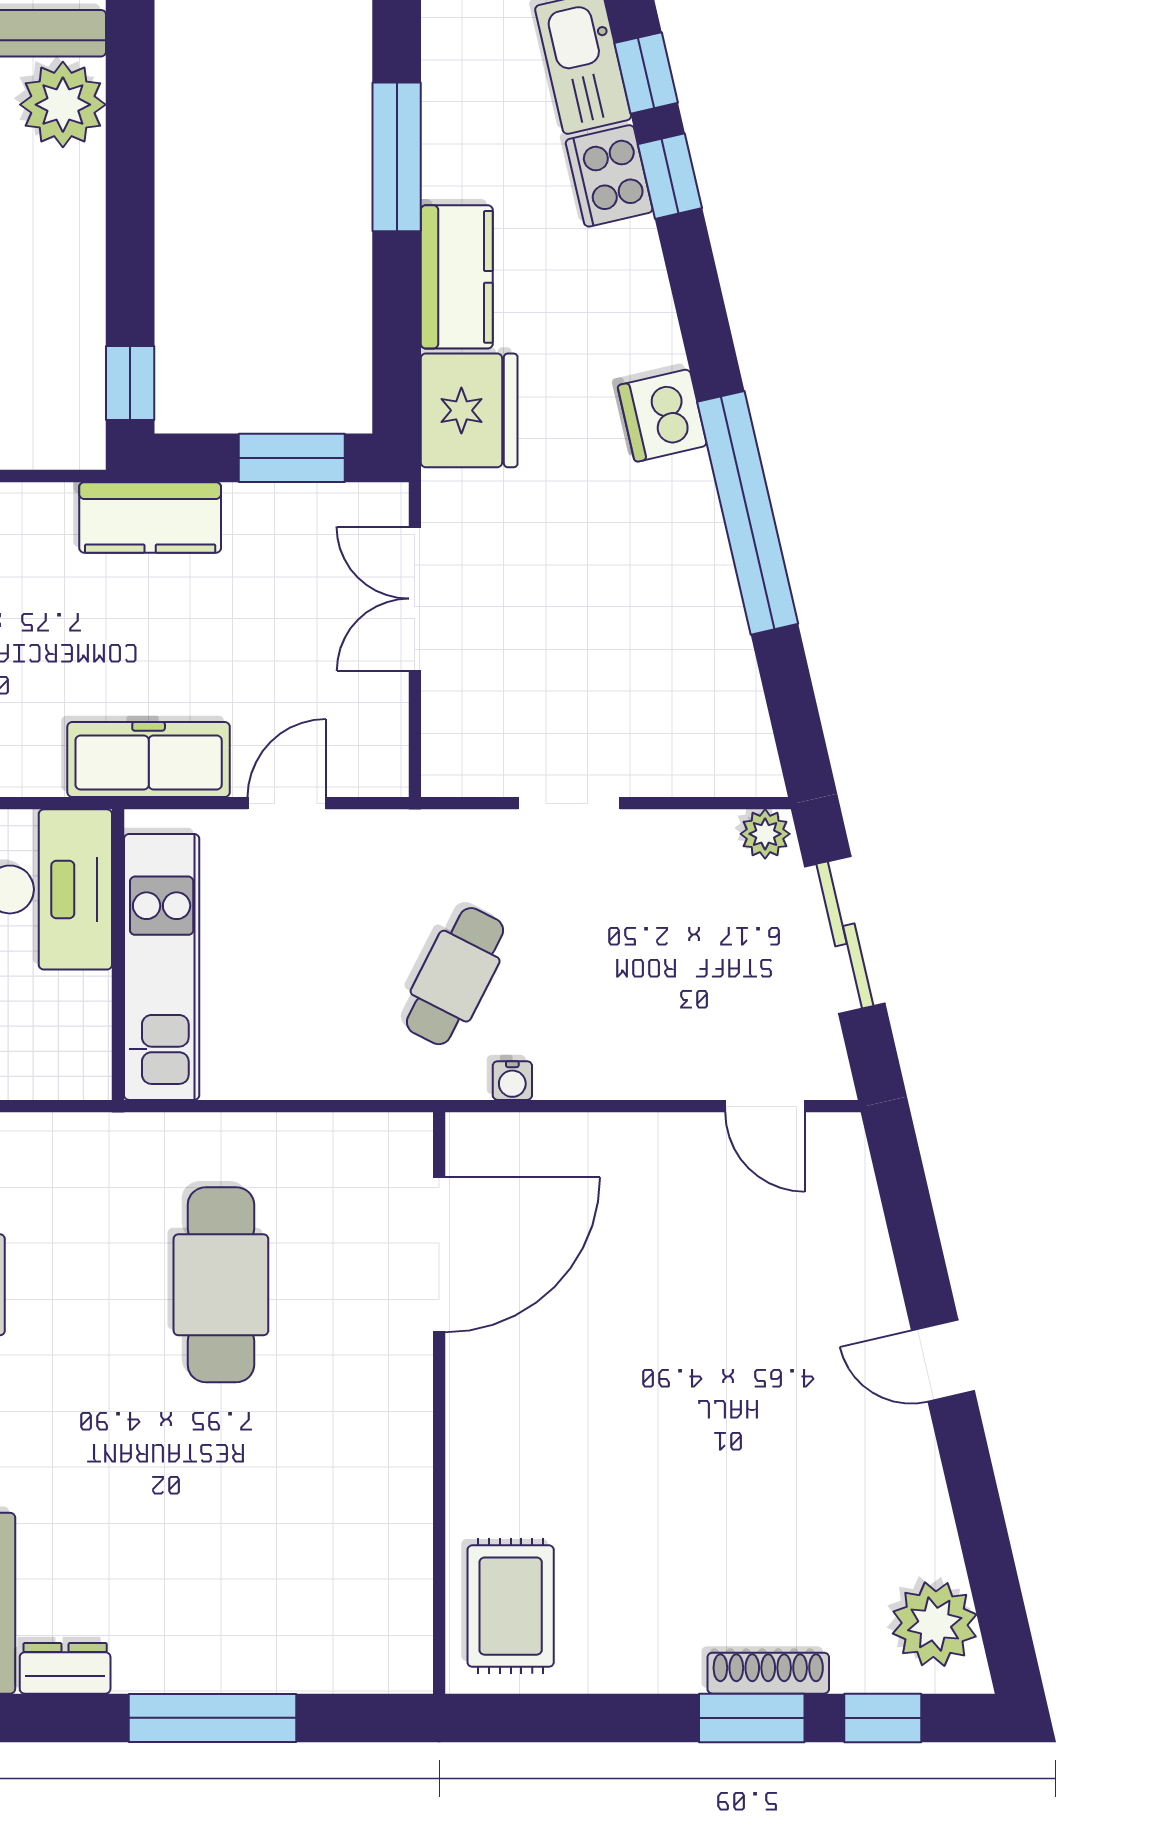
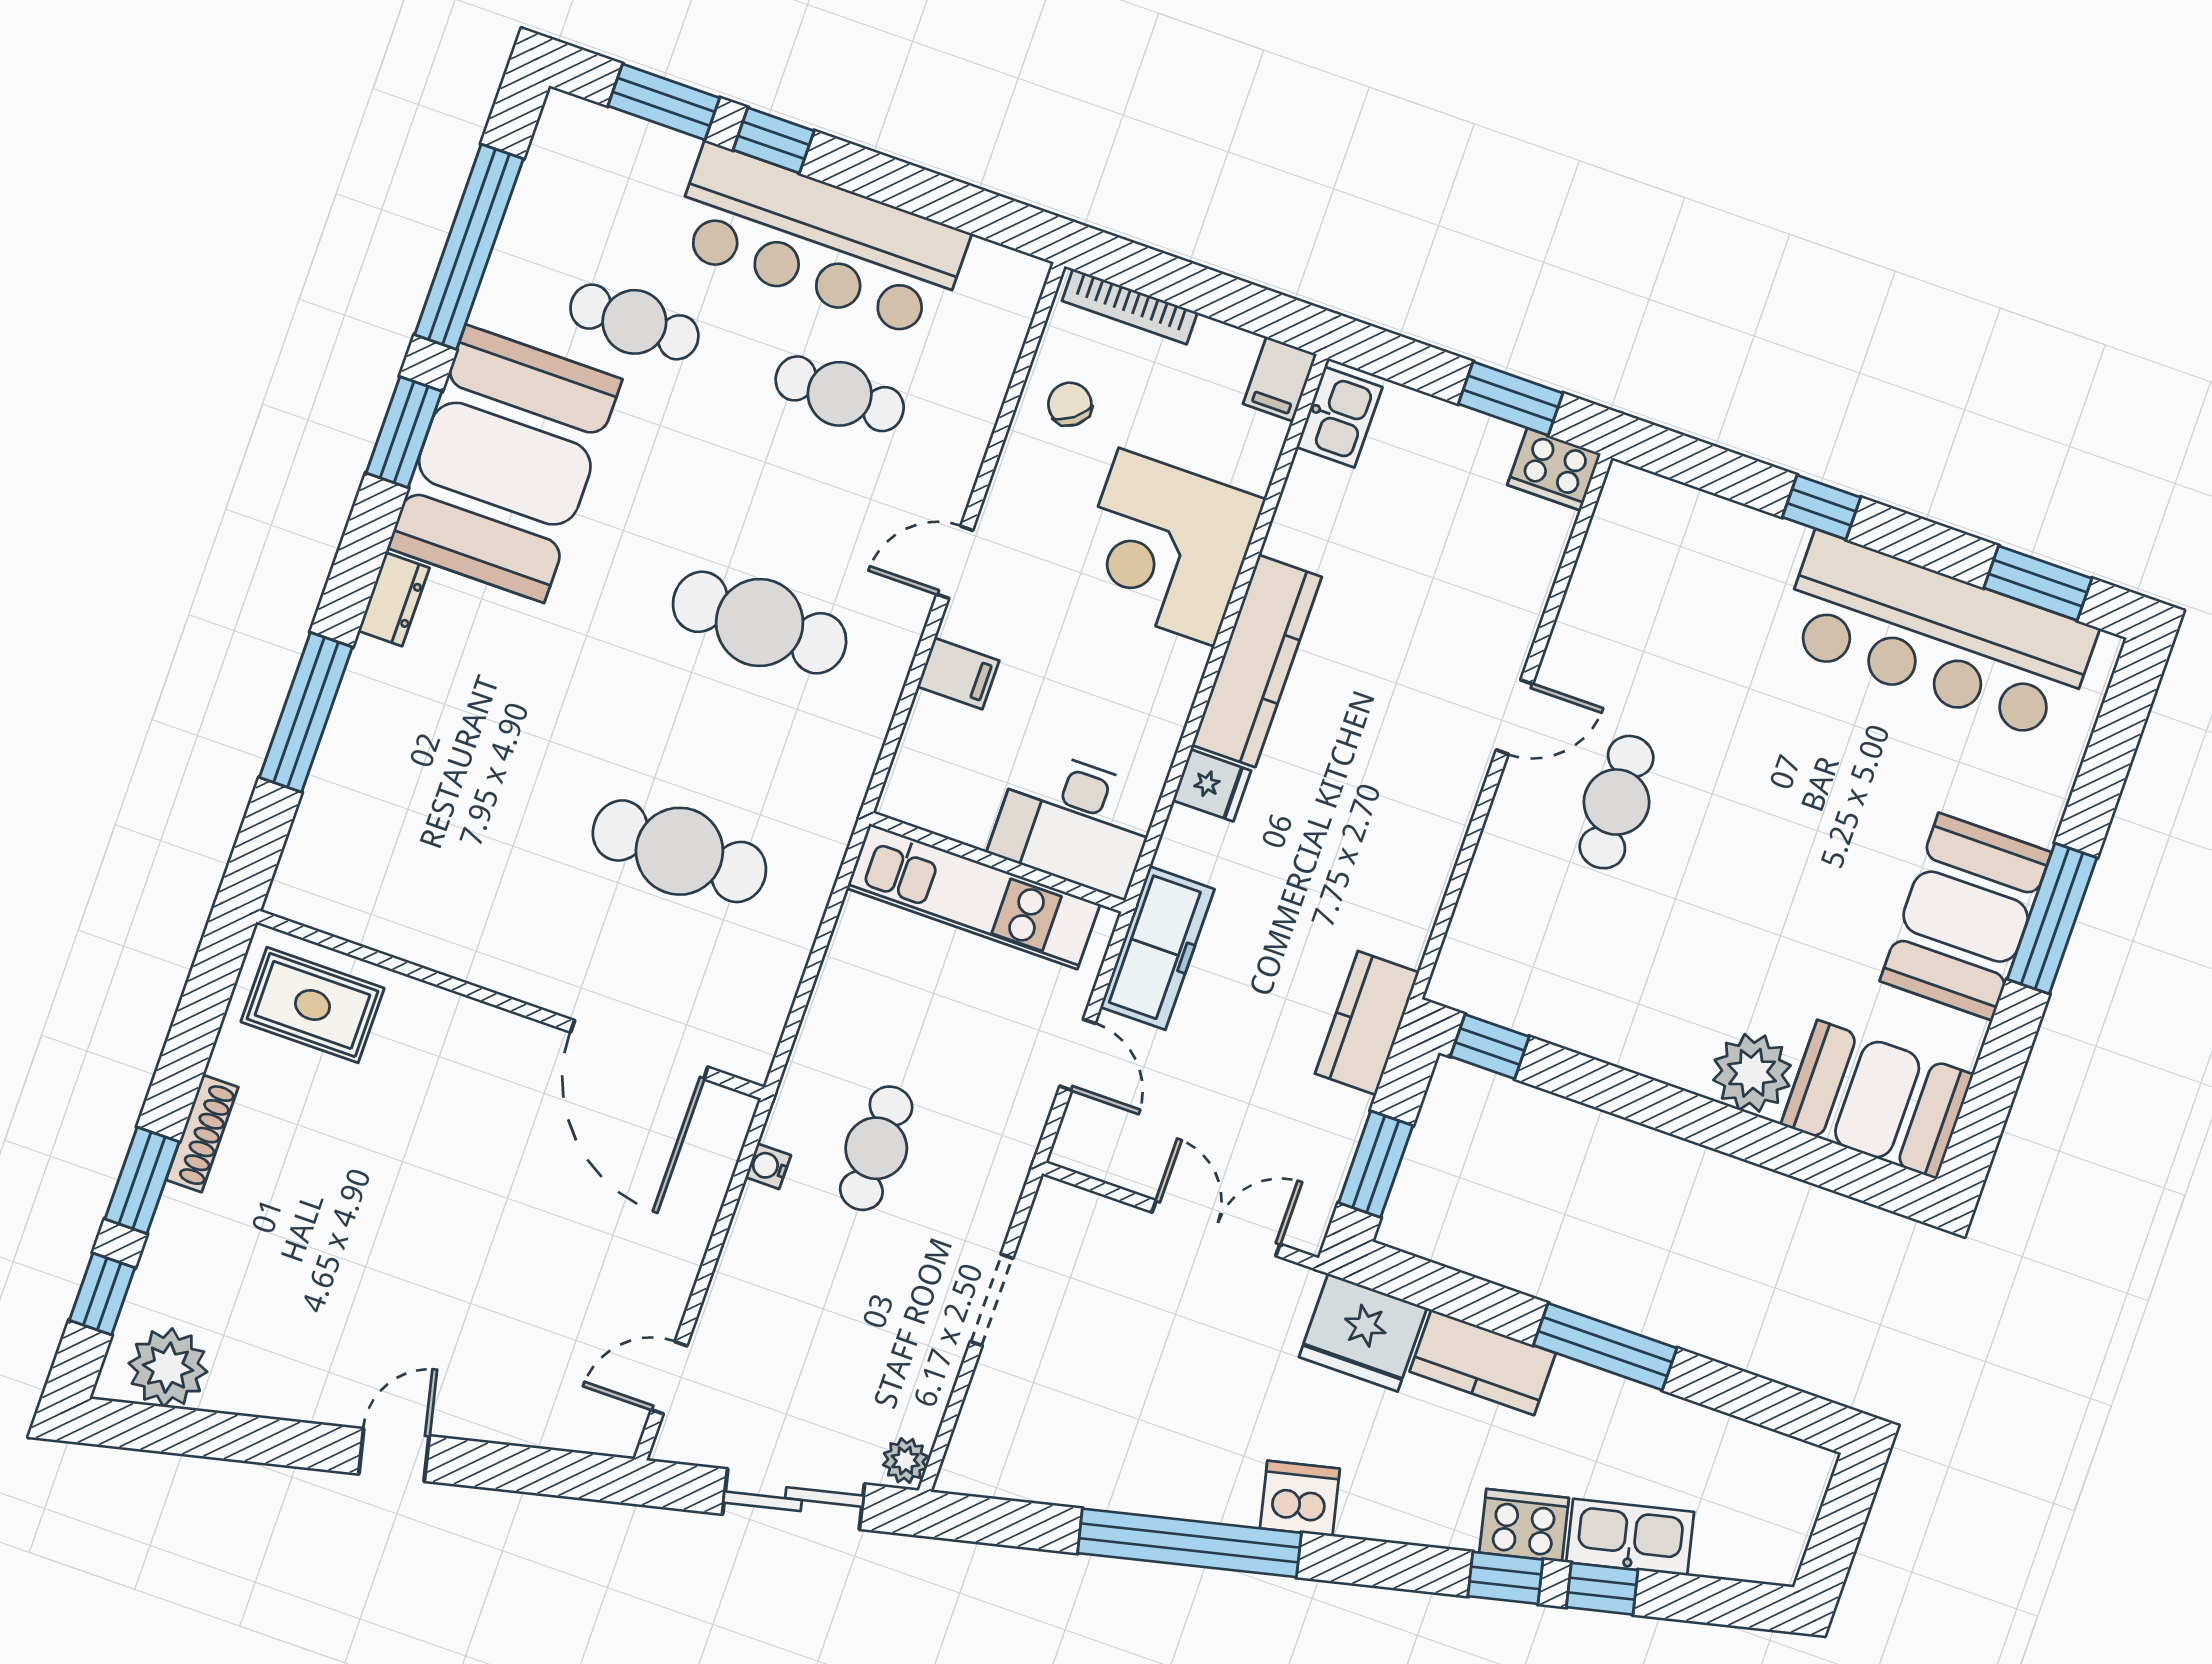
cafe table: (455, 976) -> (876, 1148), turned 63
shoe rack: (768, 1673) -> (202, 1133), moved

